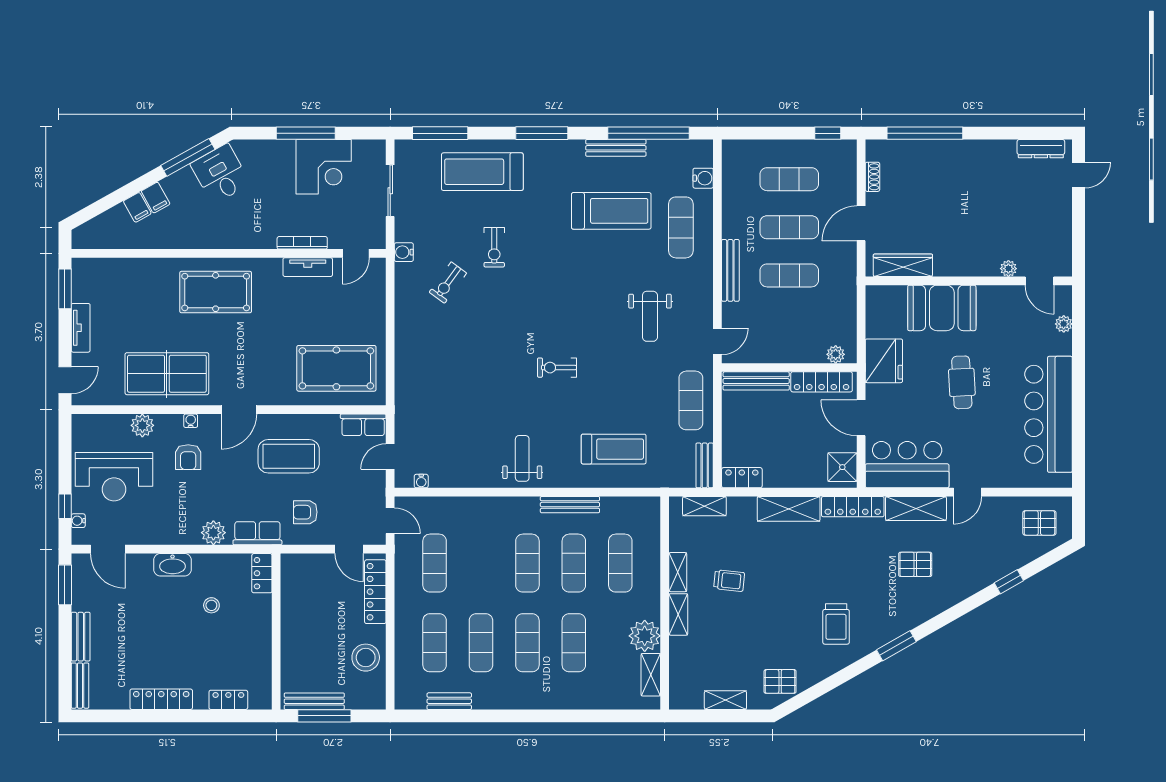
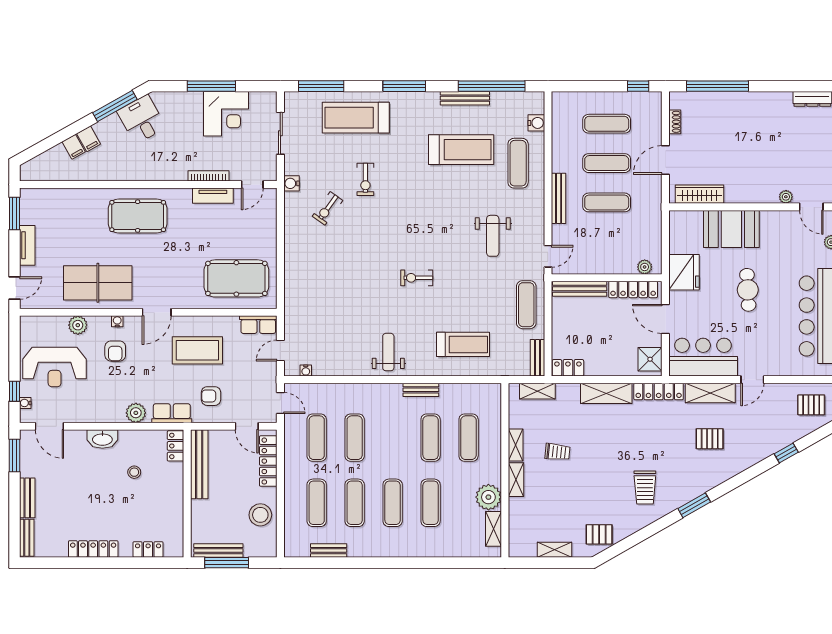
bench: (570, 505) -> (421, 390), width x0.73
exercise mat: (527, 563) -> (355, 438), moved
bench: (291, 596) -> (199, 464), added

